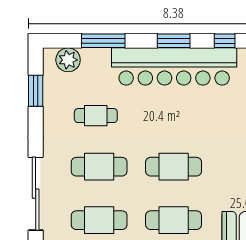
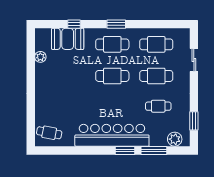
window: (174, 41) -> (125, 150), moved
window: (225, 41) -> (82, 150), removed
sliding door: (36, 194) -> (194, 60), width x0.54

